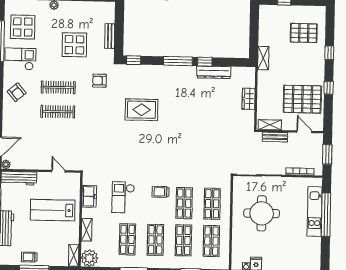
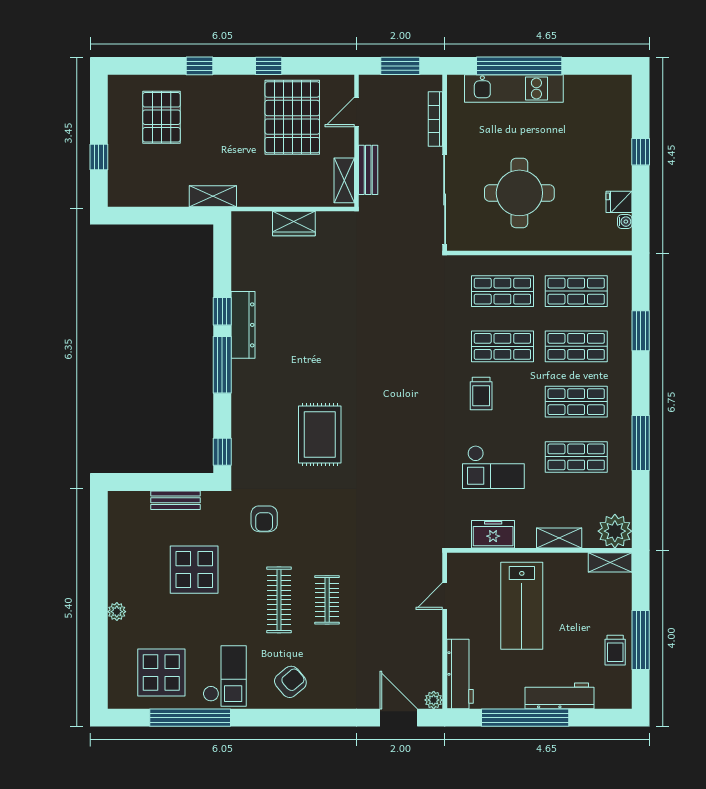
checkout: (20, 59) -> (225, 676), turned 180
dresser: (214, 72) -> (243, 325), moved
clothes rail: (58, 112) -> (327, 600), width x0.73

